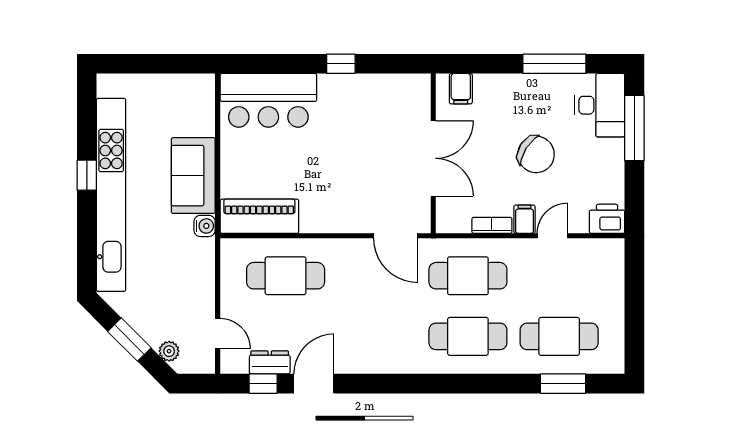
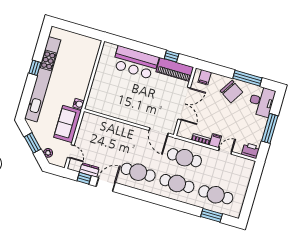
window: (341, 64) -> (172, 56), moved
bar counter: (268, 100) -> (136, 63), moved
window: (634, 128) -> (270, 128), moved
chair: (536, 154) -> (232, 92), moved
sofa: (193, 176) -> (68, 124), moved
piano: (259, 216) -> (175, 69), moved, turned 180
cafe table: (286, 276) -> (138, 172), moved

